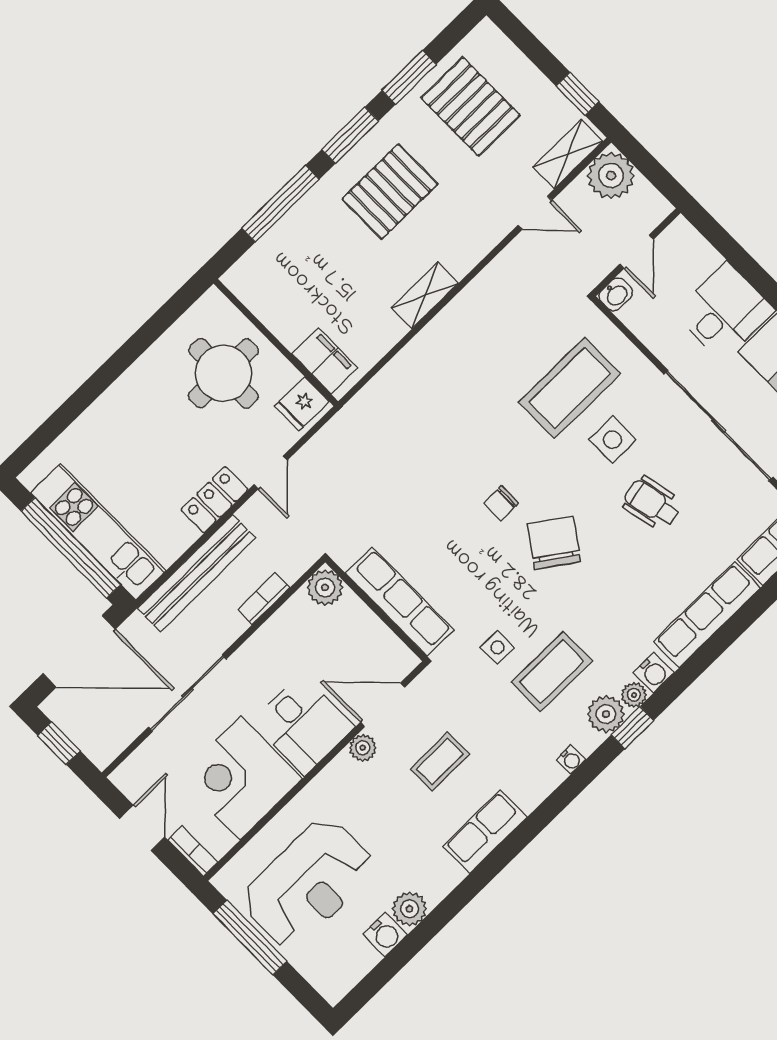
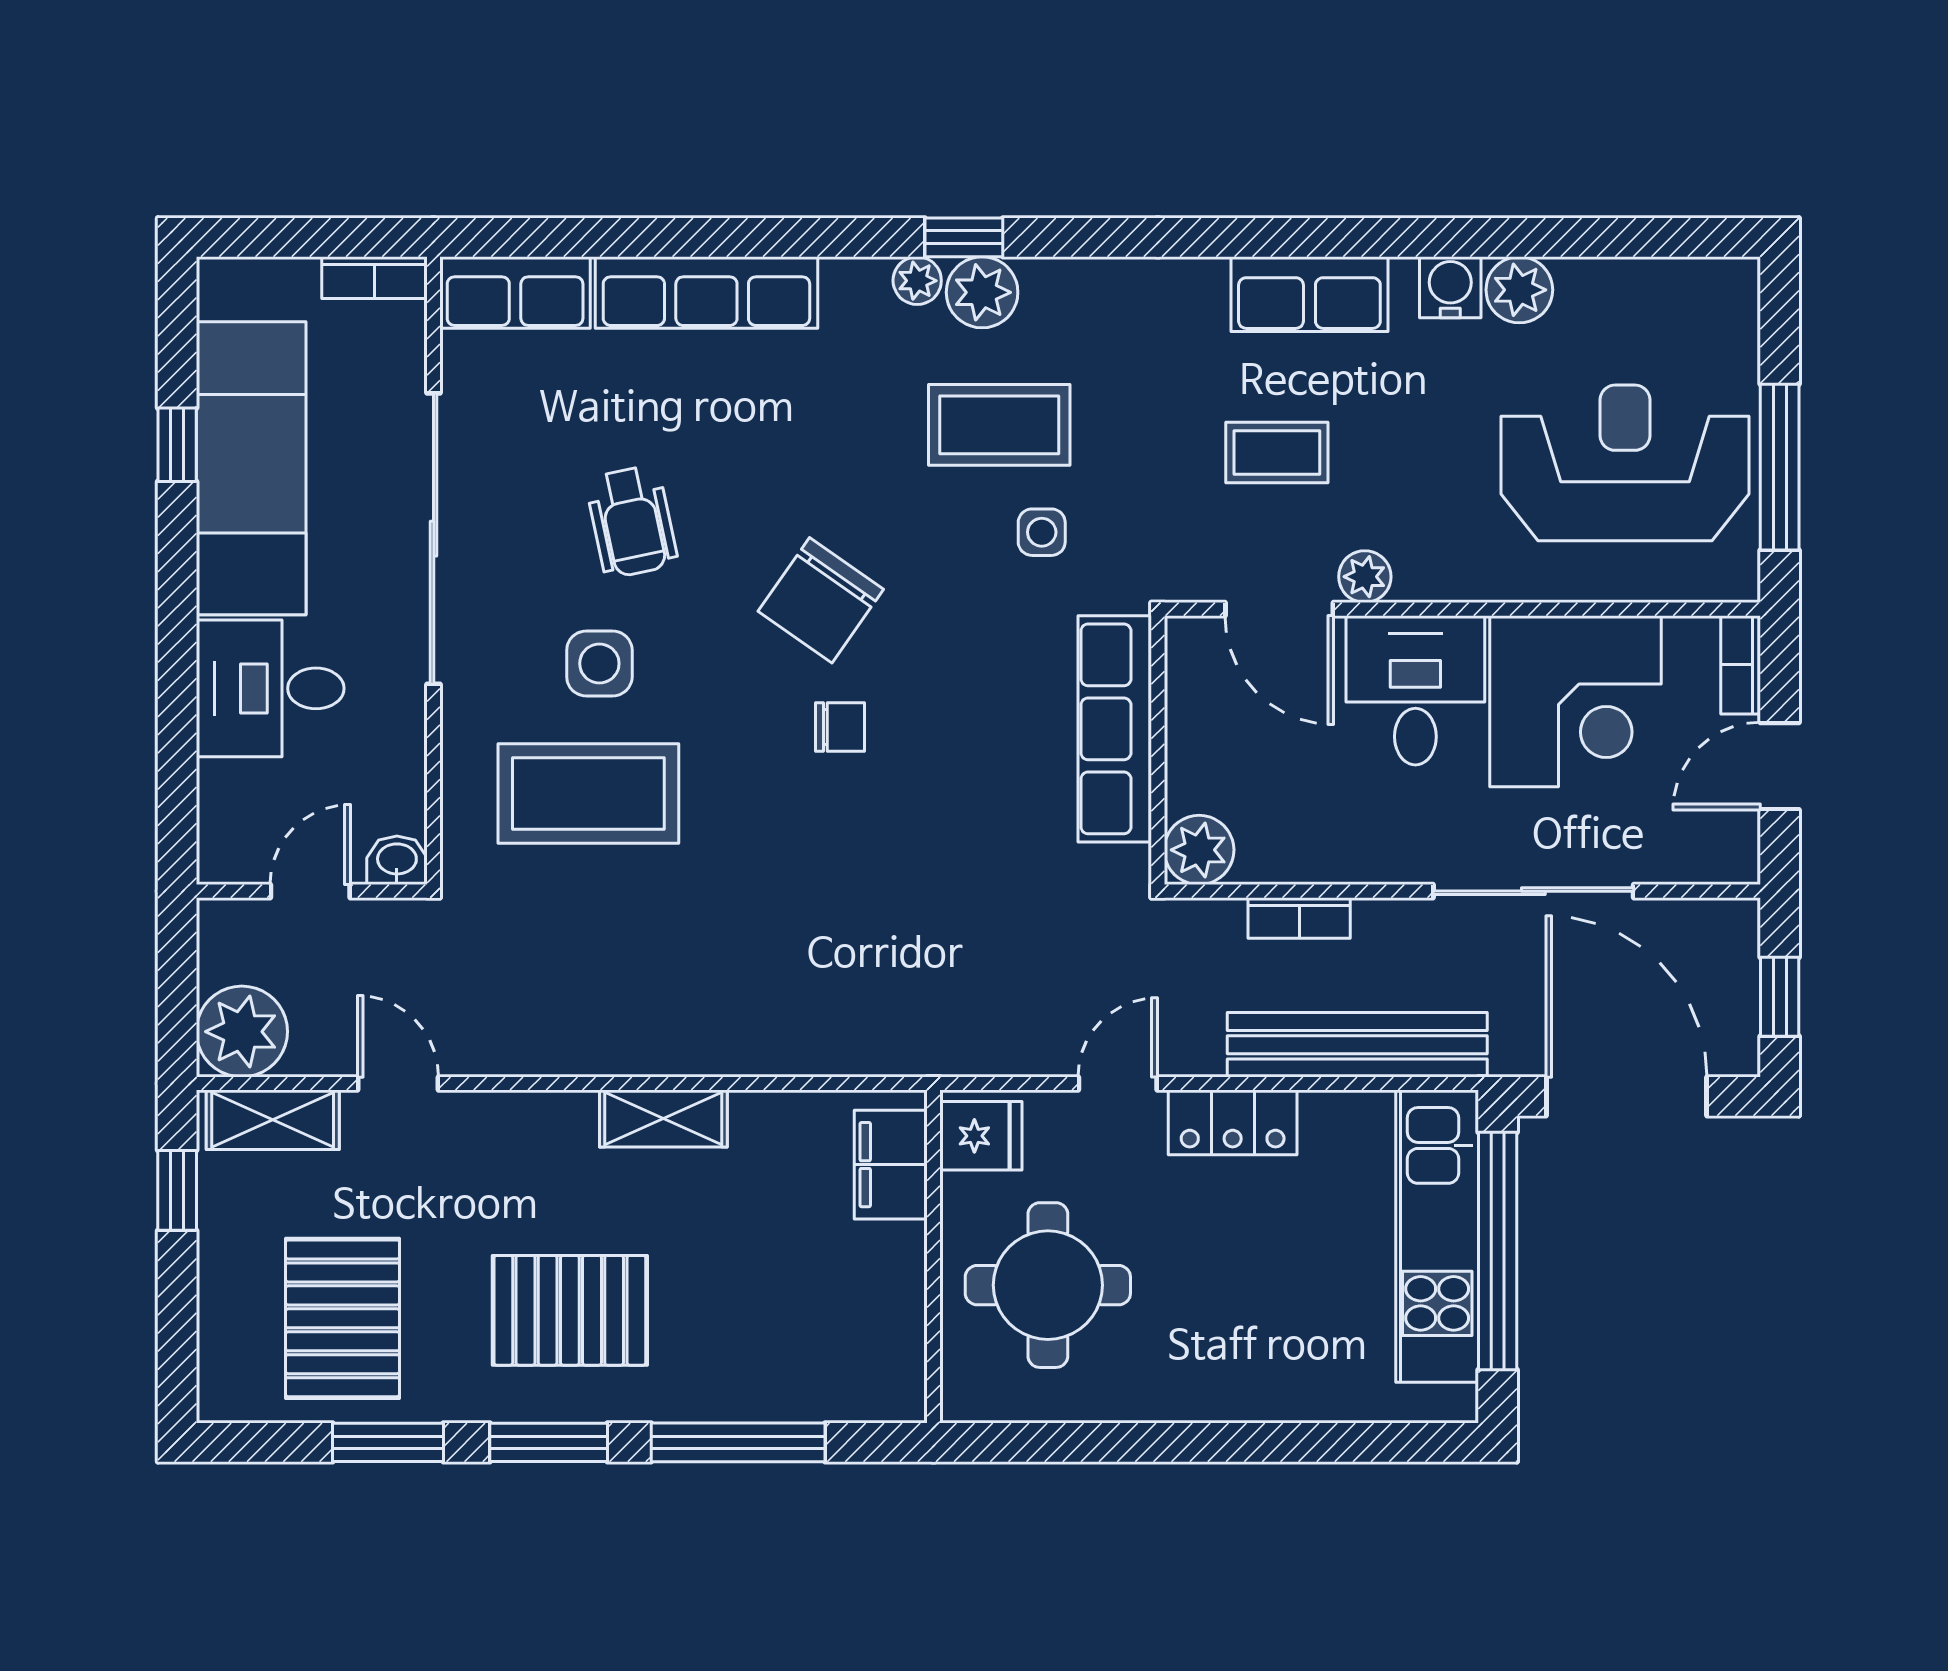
water cooler: (654, 673) -> (860, 285), removed
water cooler: (571, 760) -> (1093, 277), removed
water cooler: (385, 935) -> (1450, 287), moved

